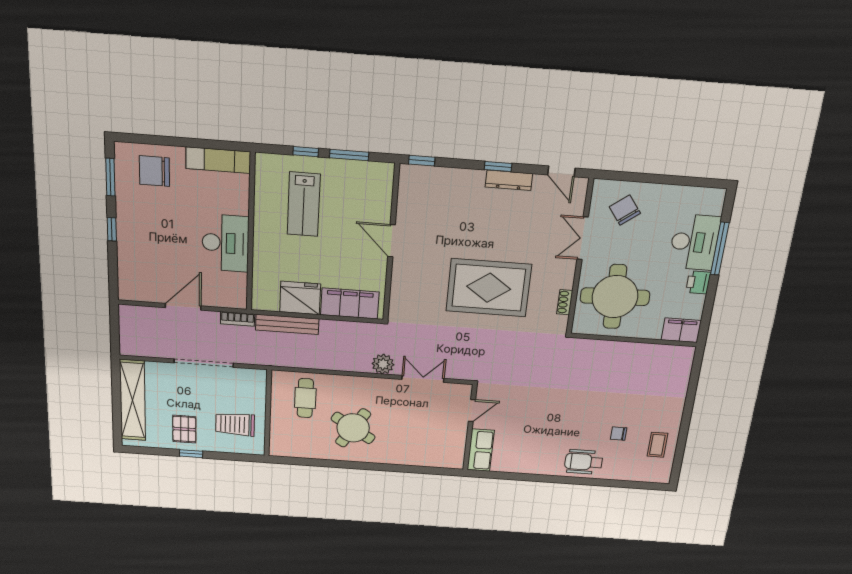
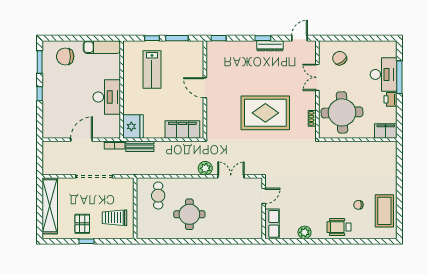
door: (561, 171) -> (300, 38), swing flipped
fridge: (300, 298) -> (133, 127), moved, turned 90
bench: (287, 324) -> (140, 146), width x0.73
round table: (353, 428) -> (189, 214), turned -32
coffee table: (657, 445) -> (384, 211), width x1.86, depth x1.72
plant: (529, 465) -> (305, 232), added

